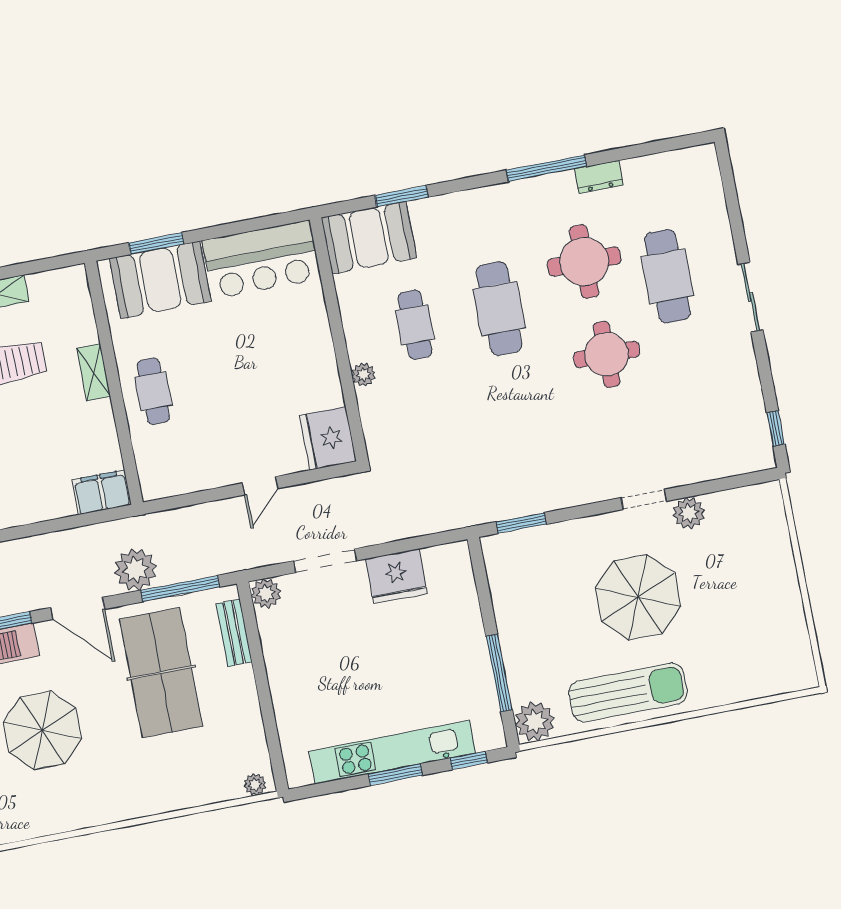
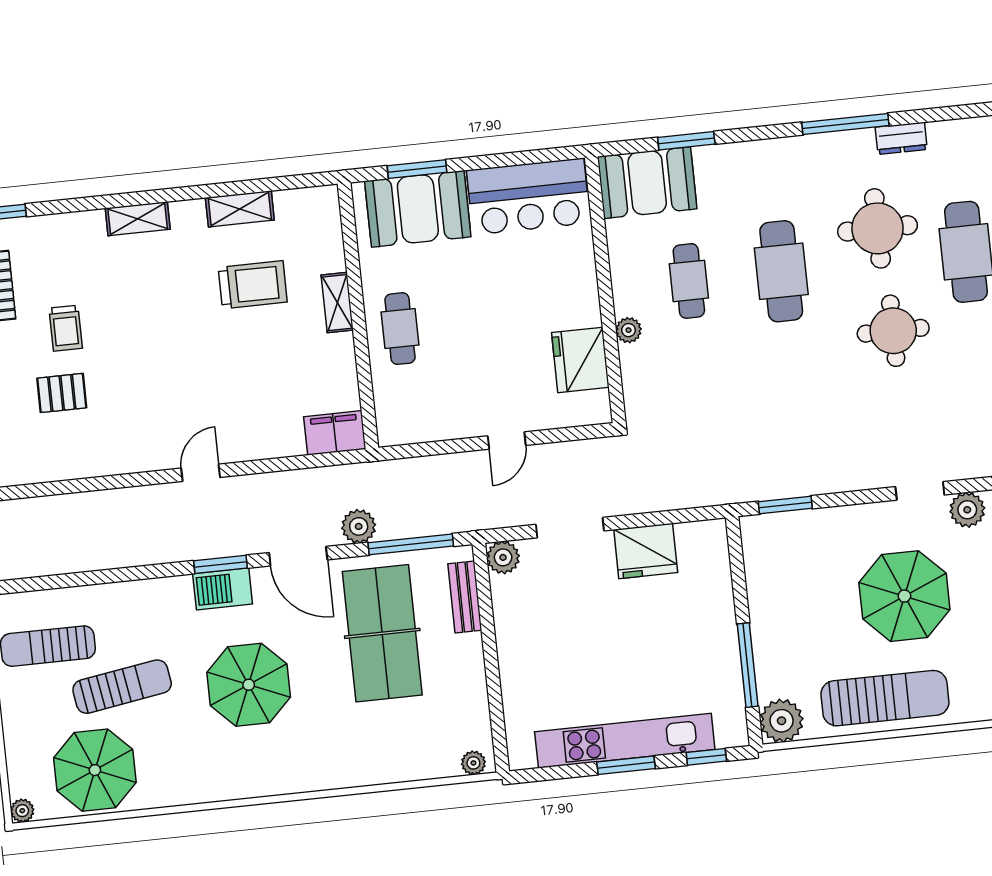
fridge: (328, 438) -> (580, 360), moved
plant: (135, 570) -> (359, 526), width x0.73, depth x0.73

